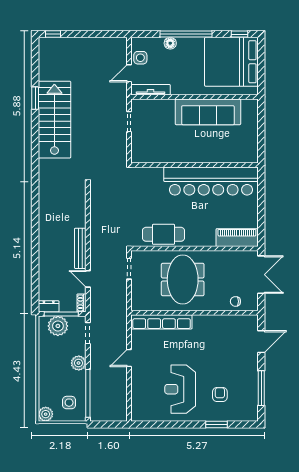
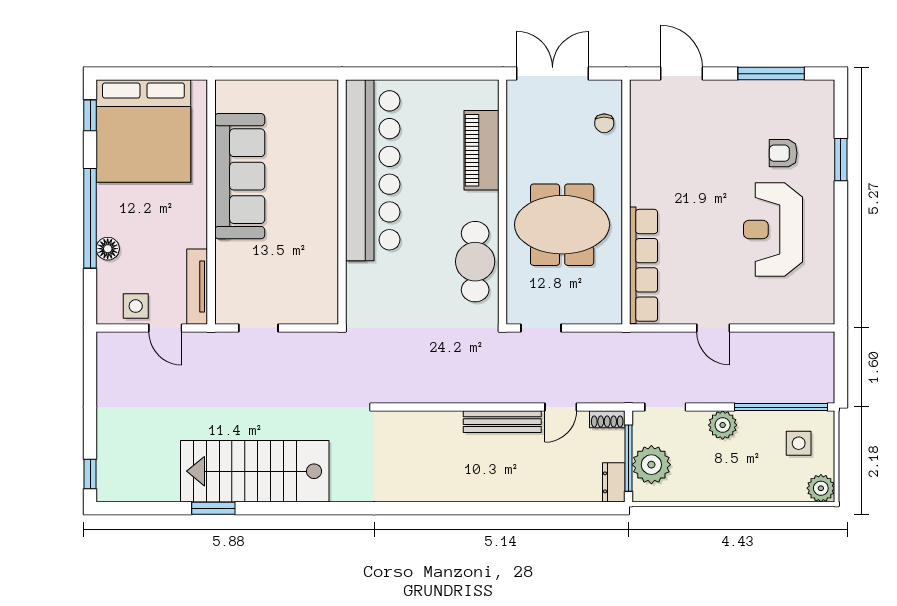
piano: (237, 238) -> (481, 150), moved
reception desk: (180, 389) -> (773, 229), turned 90

